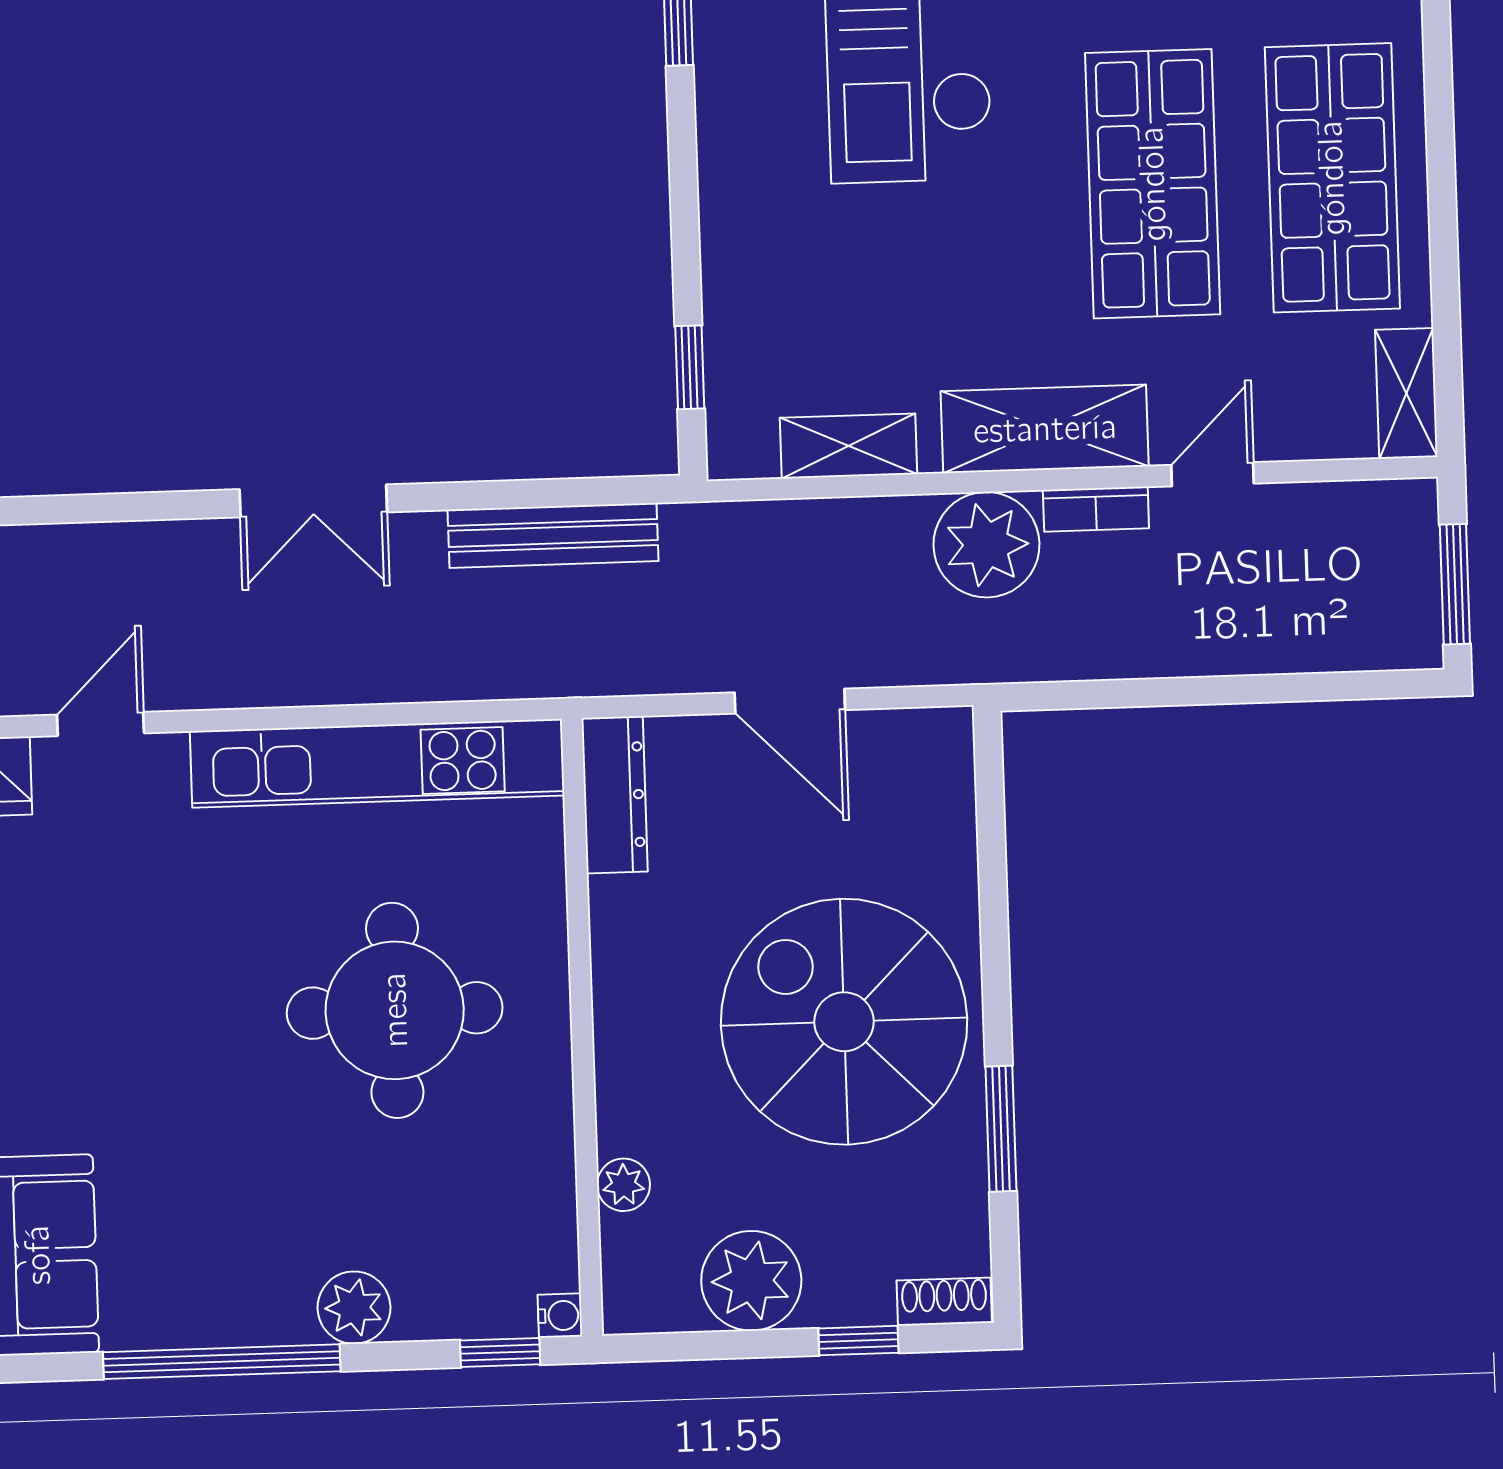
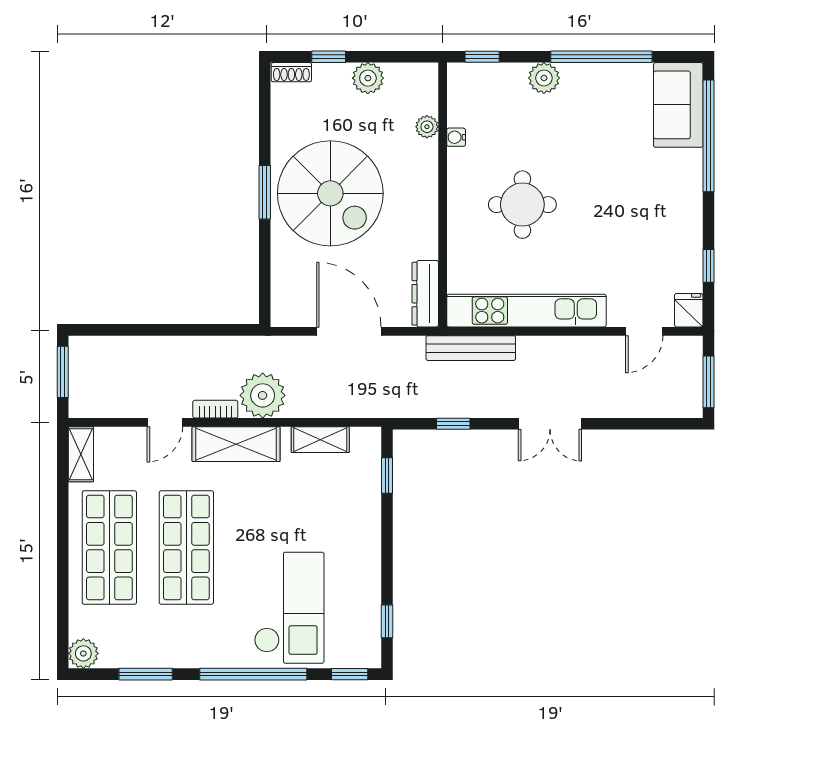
window: (539, 493) -> (453, 424), added
double door: (313, 501) -> (550, 424), swing flipped
bench: (553, 535) -> (471, 348), moved
door: (790, 701) -> (349, 331), width x1.36
round table: (395, 1010) -> (522, 205), width x0.73, depth x0.73
window: (1001, 1129) -> (265, 192), moved
plant: (751, 1281) -> (368, 78), width x0.73, depth x0.73
water cooler: (560, 1316) -> (456, 137), moved

